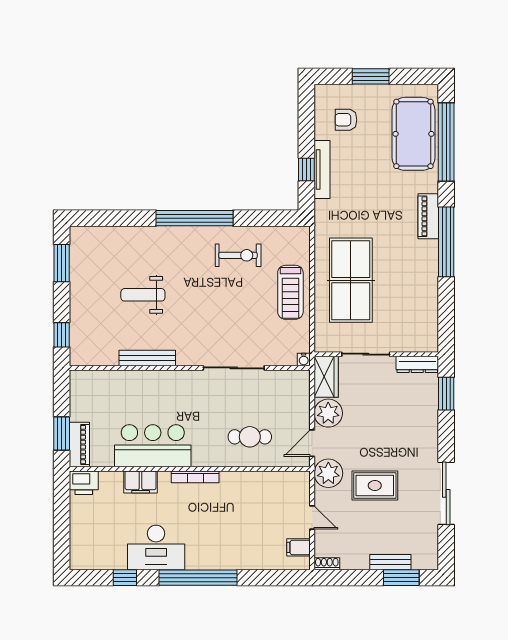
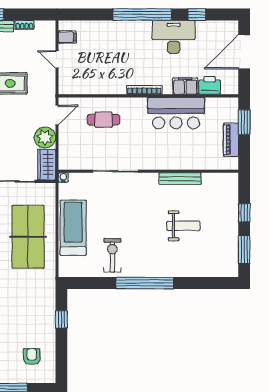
armchair: (346, 120) -> (32, 357), turned -90
tv unit: (322, 170) -> (50, 319), removed
exercise bike: (238, 255) -> (112, 255), turned 90
treadmill: (290, 292) -> (73, 228), width x1.37, depth x1.38
window: (62, 335) -> (244, 213), moved
piano: (79, 445) -> (231, 140), moved
plant: (328, 473) -> (45, 93), removed
printer: (84, 483) -> (210, 85), moved
door: (62, 528) -> (244, 52), added
shoe rack: (327, 564) -> (24, 25), moved

